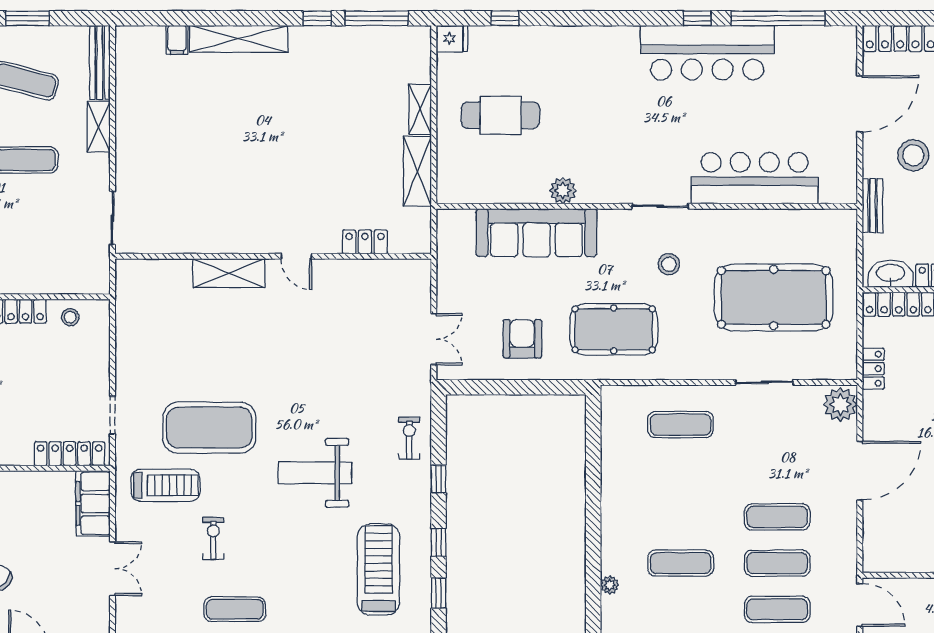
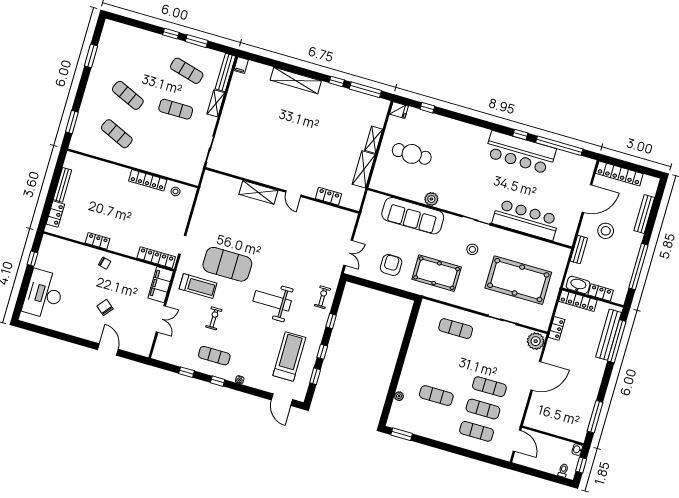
filing cabinet: (177, 40) -> (241, 65), moved

